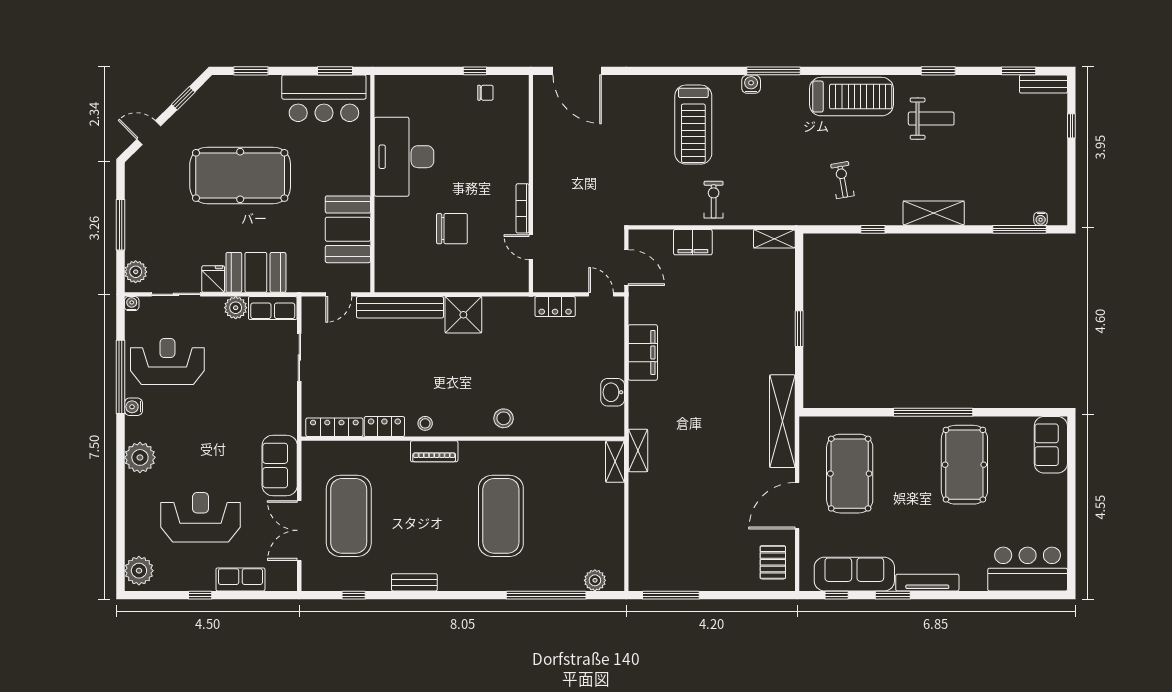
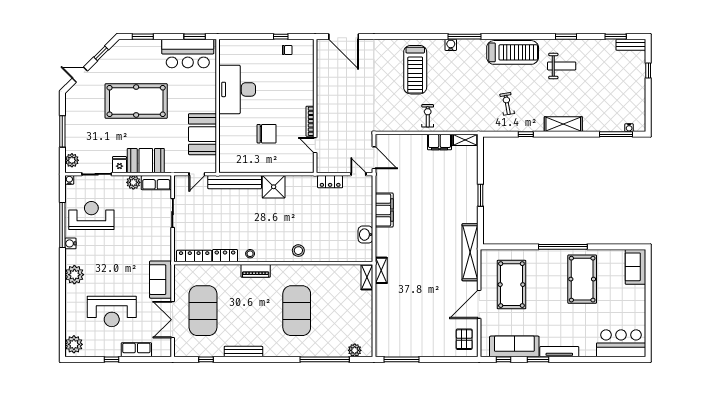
filing cabinet: (693, 242) -> (439, 142), moved
reception desk: (201, 517) -> (112, 311), turned 180
bench: (414, 582) -> (243, 352), width x1.36

